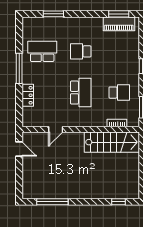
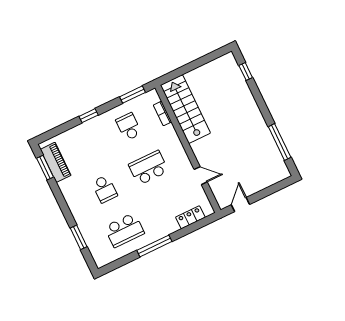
school desk: (42, 51) -> (124, 230), turned -90
locker: (28, 95) -> (190, 217), moved

